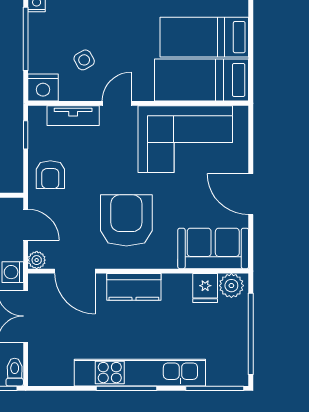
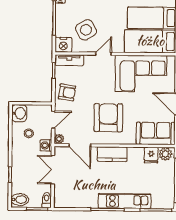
side table: (84, 60) -> (86, 30), width x1.87, depth x1.87
tv unit: (73, 116) -> (69, 60), moved
armchair: (50, 175) -> (67, 92), turned -82
door: (26, 225) -> (53, 120), hinge flipped
kitchen unit: (140, 373) -> (125, 201), width x0.73

